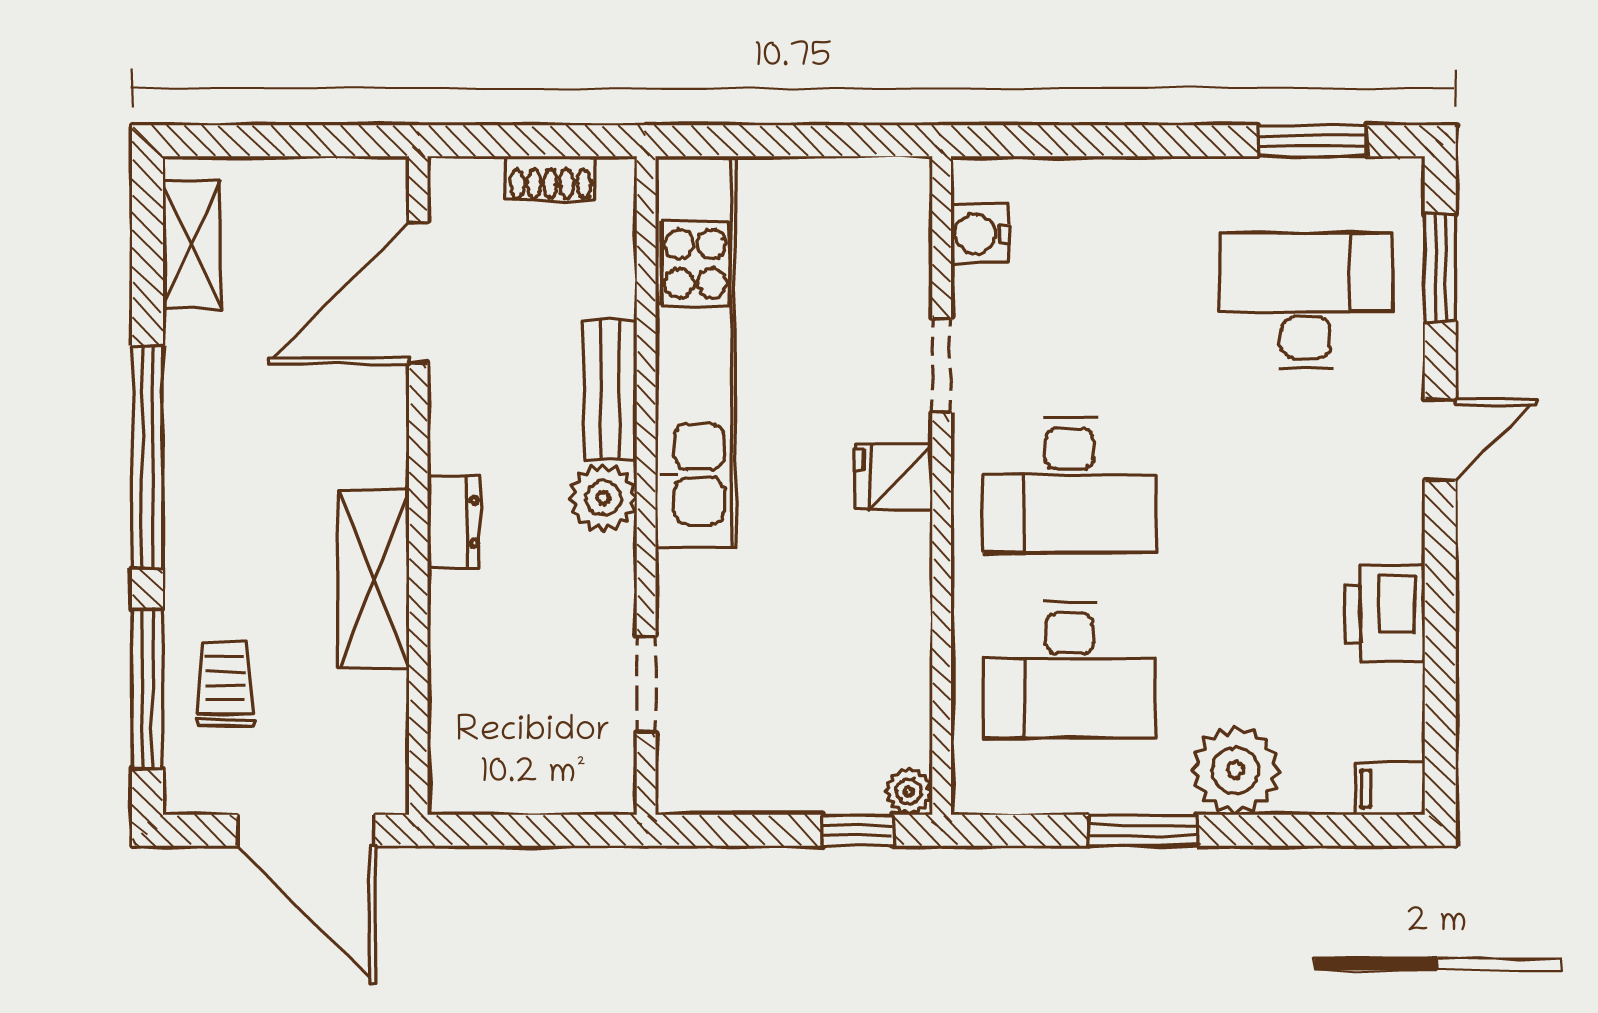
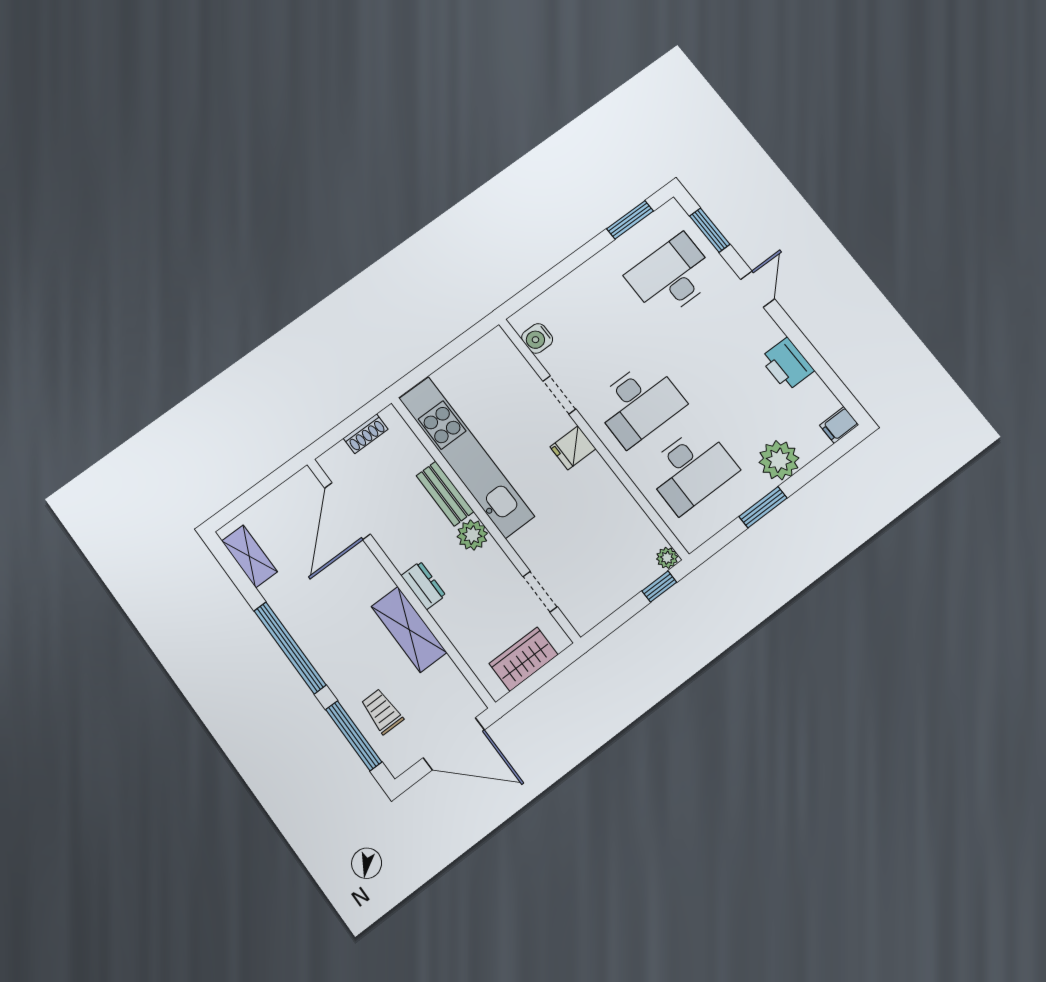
wardrobe: (531, 777) -> (524, 659), added

